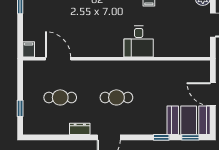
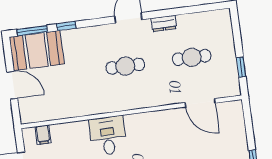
filing cabinet: (29, 49) -> (43, 135), moved
window: (20, 108) -> (241, 67), moved
window: (190, 137) -> (32, 31), width x1.50

